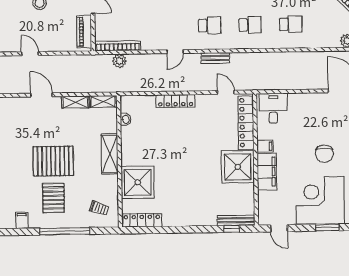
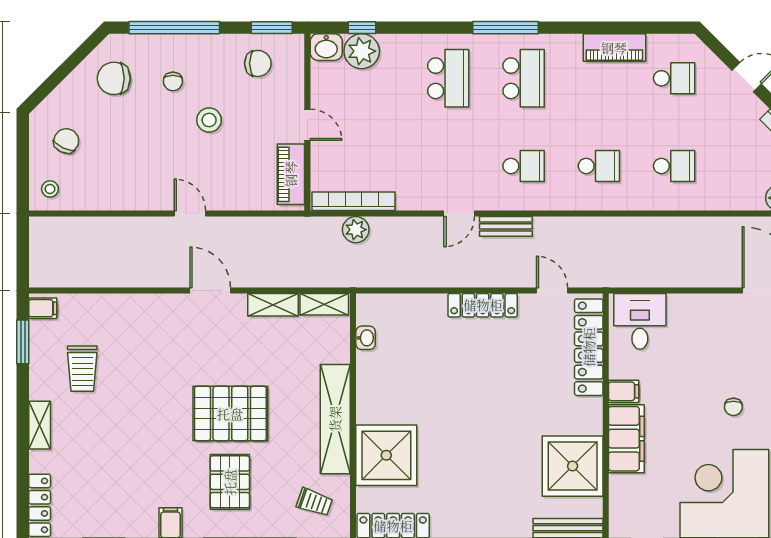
bench: (215, 58) -> (506, 226), moved
locker: (176, 101) -> (483, 305), moved
shelving: (110, 154) -> (335, 419), width x1.47
chair: (324, 154) -> (733, 407), width x0.54, depth x0.54
shower: (238, 167) -> (573, 466), moved

